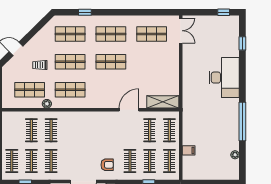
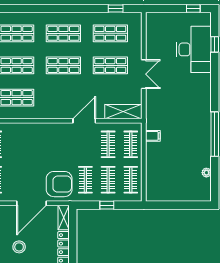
window: (85, 12) -> (116, 8), moved
double door: (181, 31) -> (144, 74), moved
shop shelf: (152, 62) -> (110, 65), added
desk: (224, 78) -> (194, 49), moved
filing cabinet: (189, 150) -> (153, 136), moved
armchair: (107, 165) -> (59, 184), width x1.88, depth x1.88

